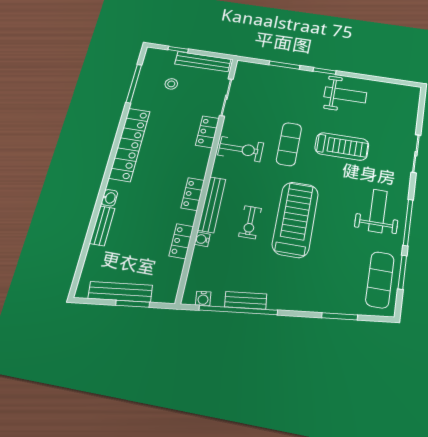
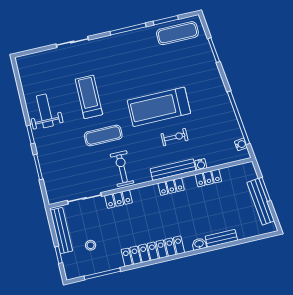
weight bench: (378, 211) -> (128, 53), removed
bench: (246, 300) -> (230, 116), removed

